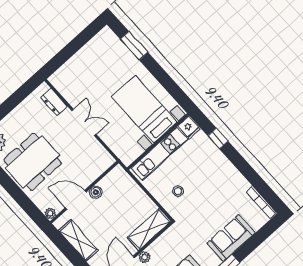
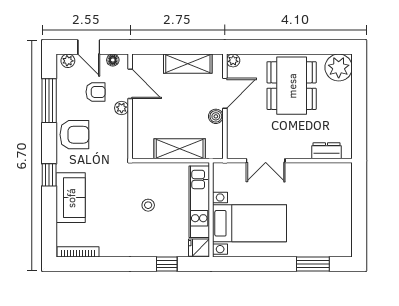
double door: (84, 122) -> (266, 161), moved
stool: (178, 191) -> (148, 205), moved
shelving: (149, 229) -> (180, 149), moved, turned 90

